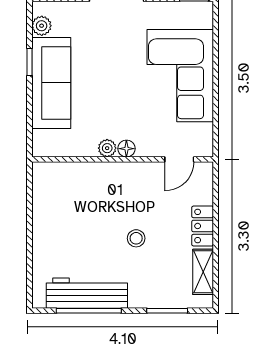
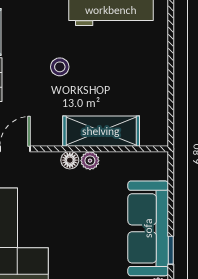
shelving: (96, 176) -> (101, 131), added

